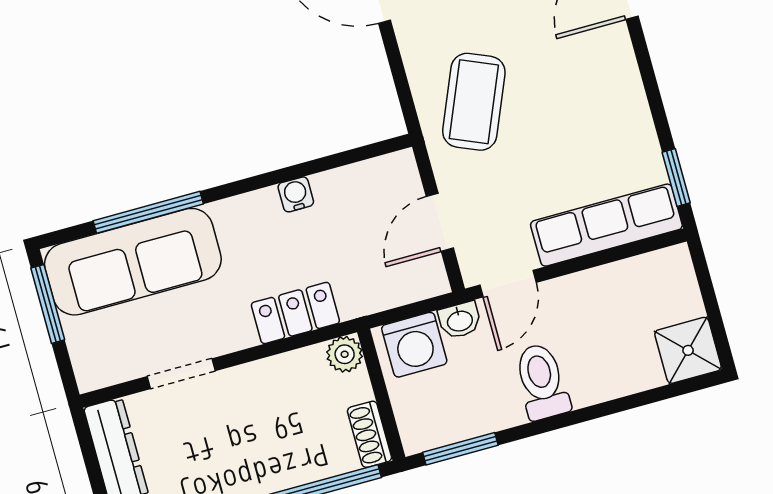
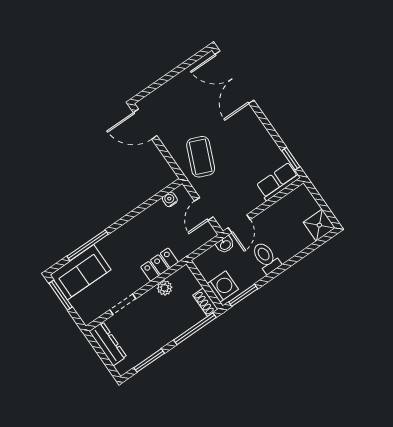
water cooler: (296, 194) -> (170, 199), moved
row of seats: (606, 225) -> (278, 181), width x0.68
sofa: (133, 262) -> (80, 272), width x0.73
washing machine: (414, 345) -> (223, 286), moved, turned -90
plant: (345, 354) -> (165, 288), moved

